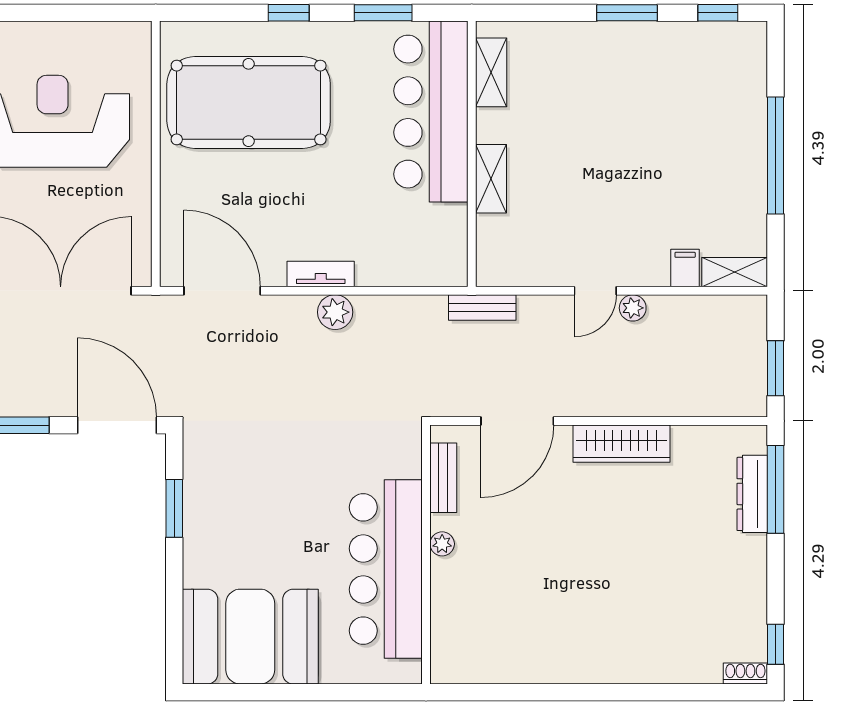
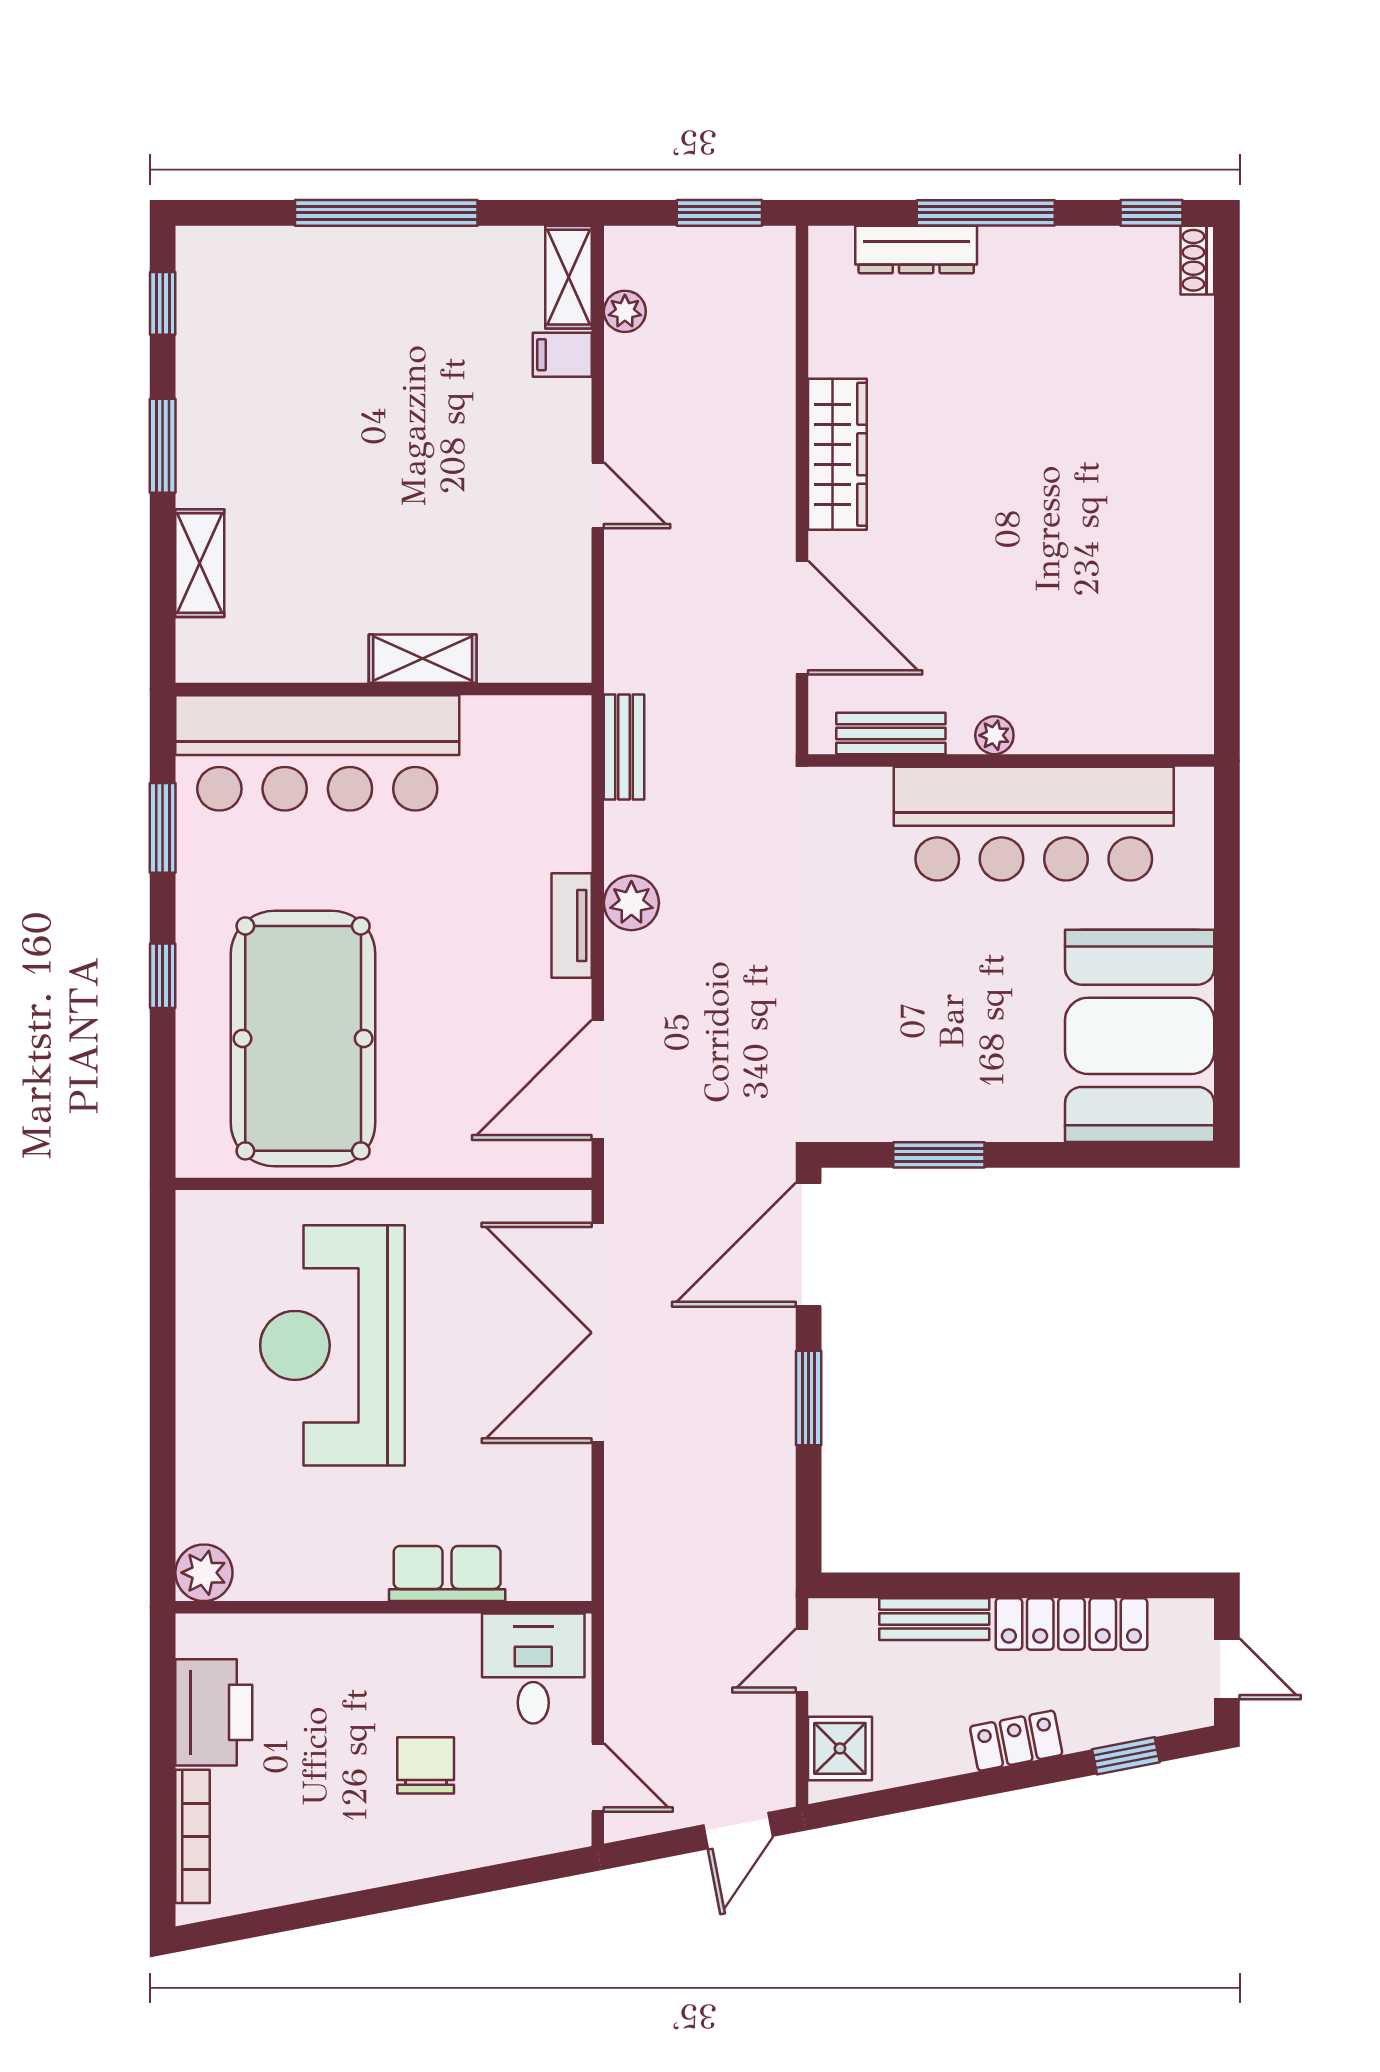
shelving: (491, 72) -> (200, 563), moved, turned 90
bench: (482, 307) -> (624, 747), moved
plant: (633, 308) -> (625, 311), moved
window: (776, 489) -> (986, 213), moved

